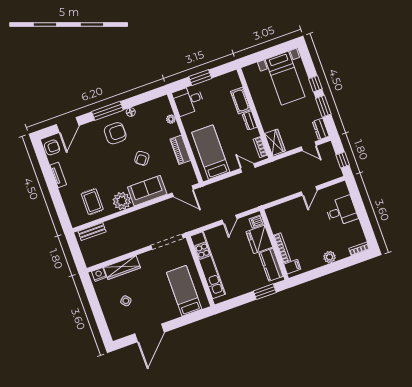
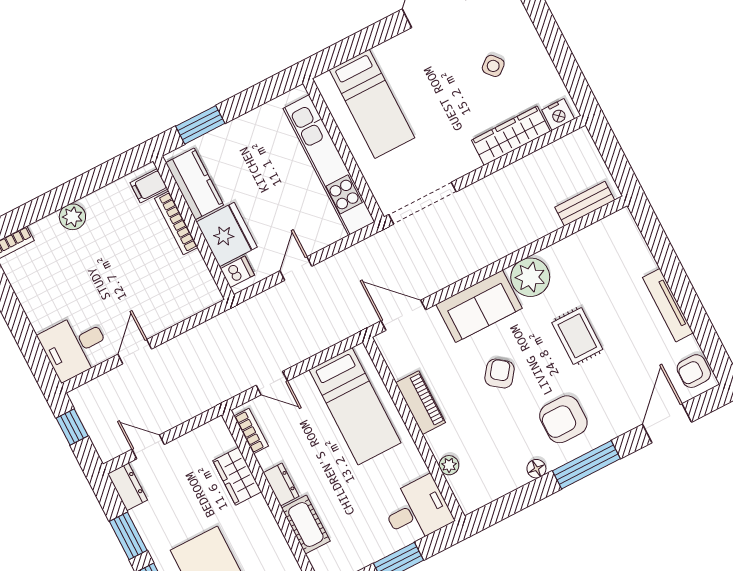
wardrobe: (275, 142) -> (237, 476), moved
tv unit: (58, 175) -> (668, 305), width x1.41
rug: (92, 202) -> (577, 336), moved
desk: (341, 211) -> (75, 346), moved

